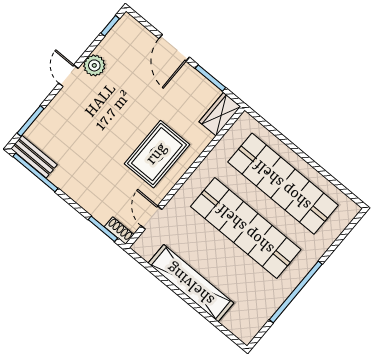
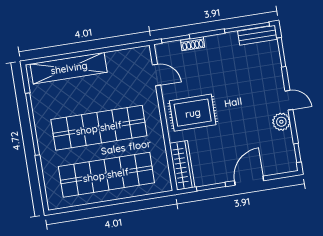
door: (174, 48) -> (249, 181), hinge flipped
wardrobe: (220, 114) -> (182, 165), width x1.50
rug: (157, 154) -> (193, 113), turned 90
shoe rack: (119, 231) -> (193, 44), moved
shelving: (191, 283) -> (69, 68), moved

